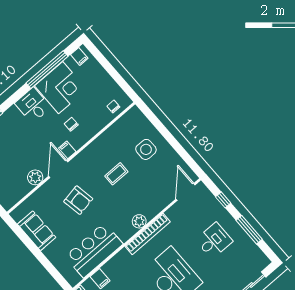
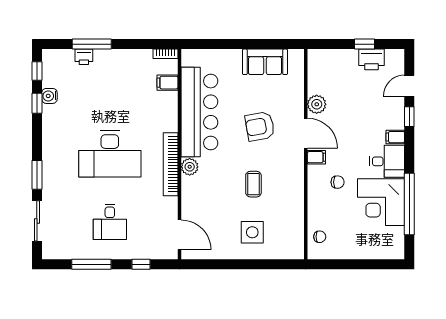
filing cabinet: (79, 56) -> (395, 137), moved
bar counter: (94, 250) -> (199, 112), width x1.36

